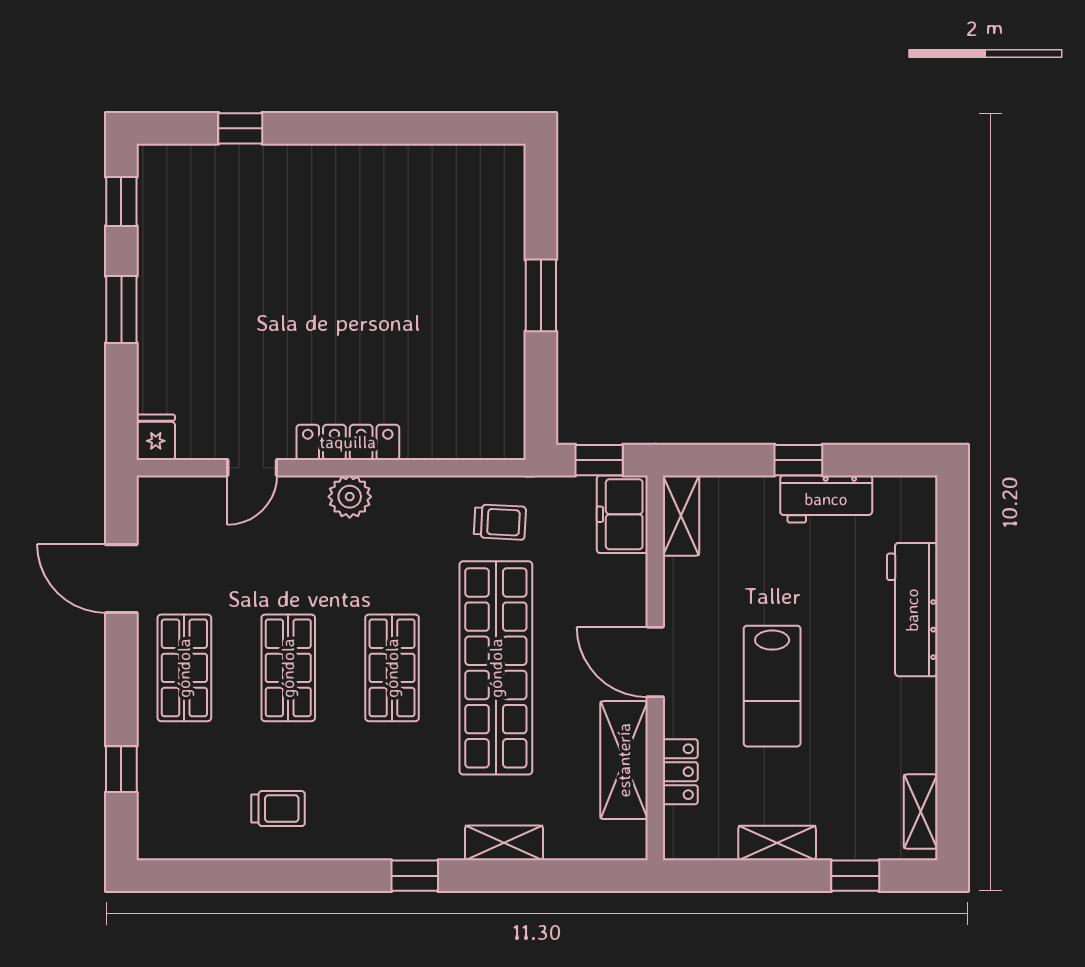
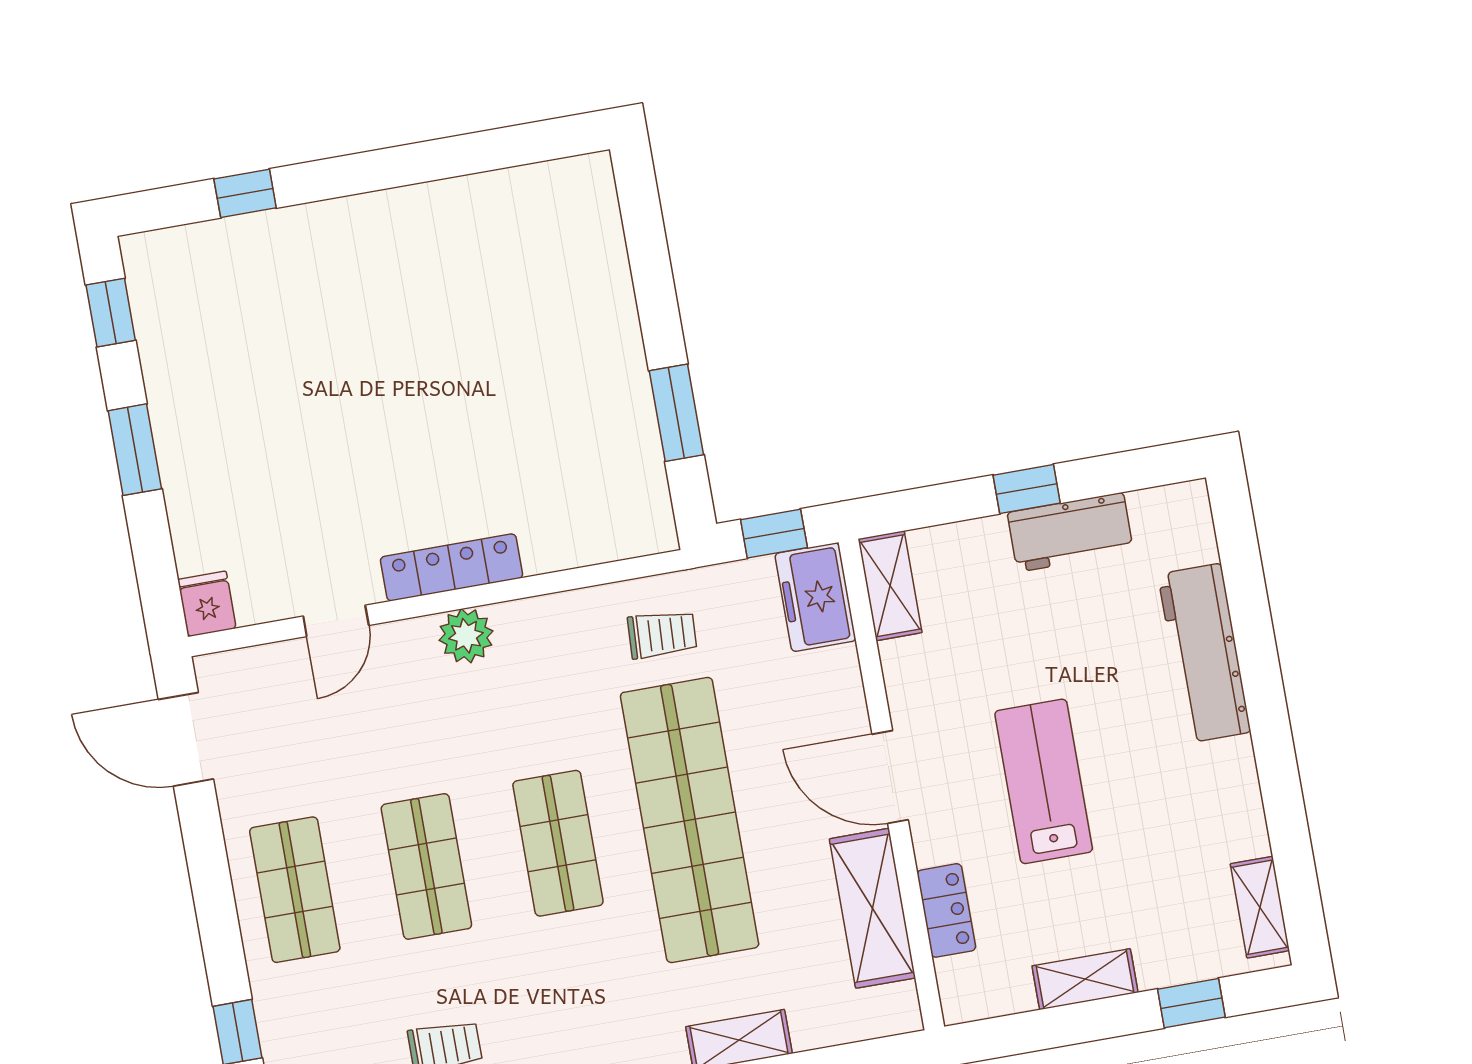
window: (541, 295) -> (676, 413), moved
door: (121, 579) -> (186, 739), moved
lab bench: (772, 686) -> (1044, 781), turned 180

